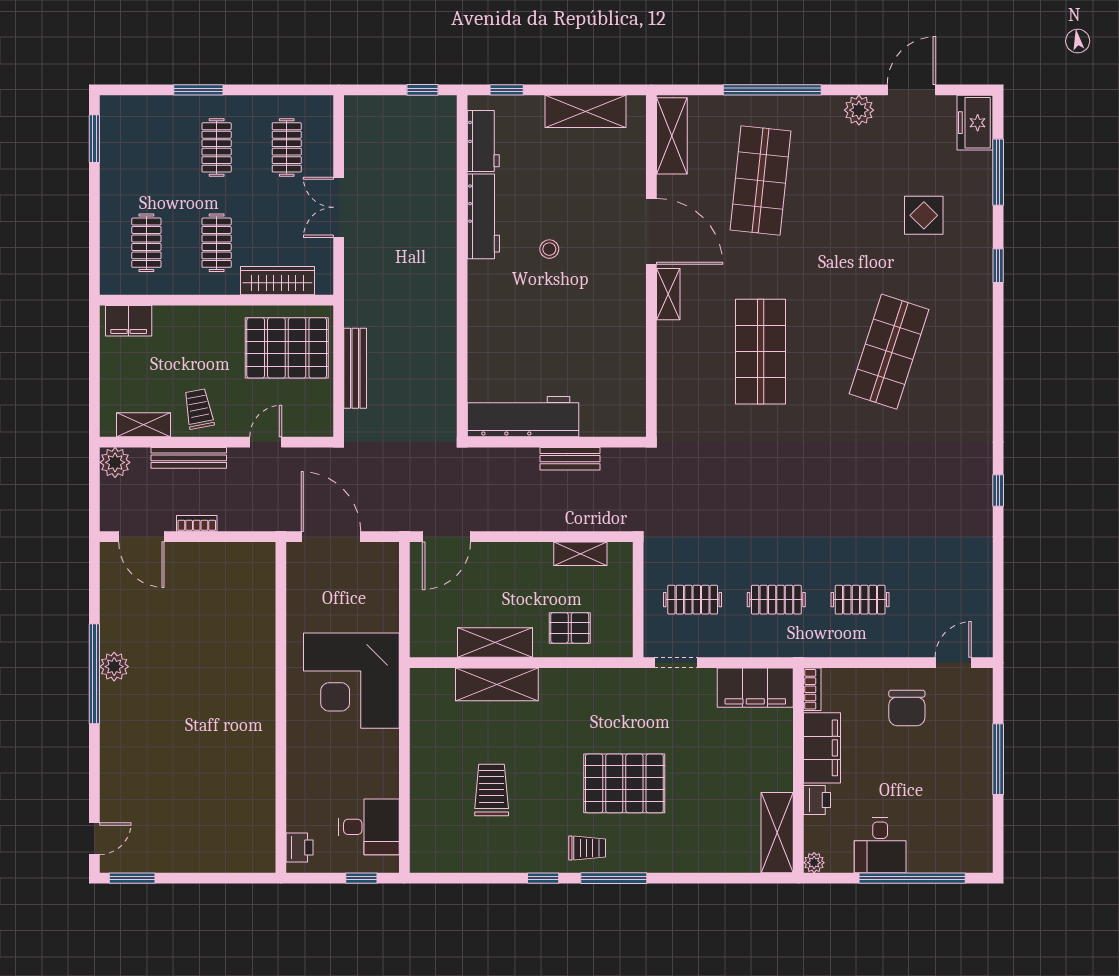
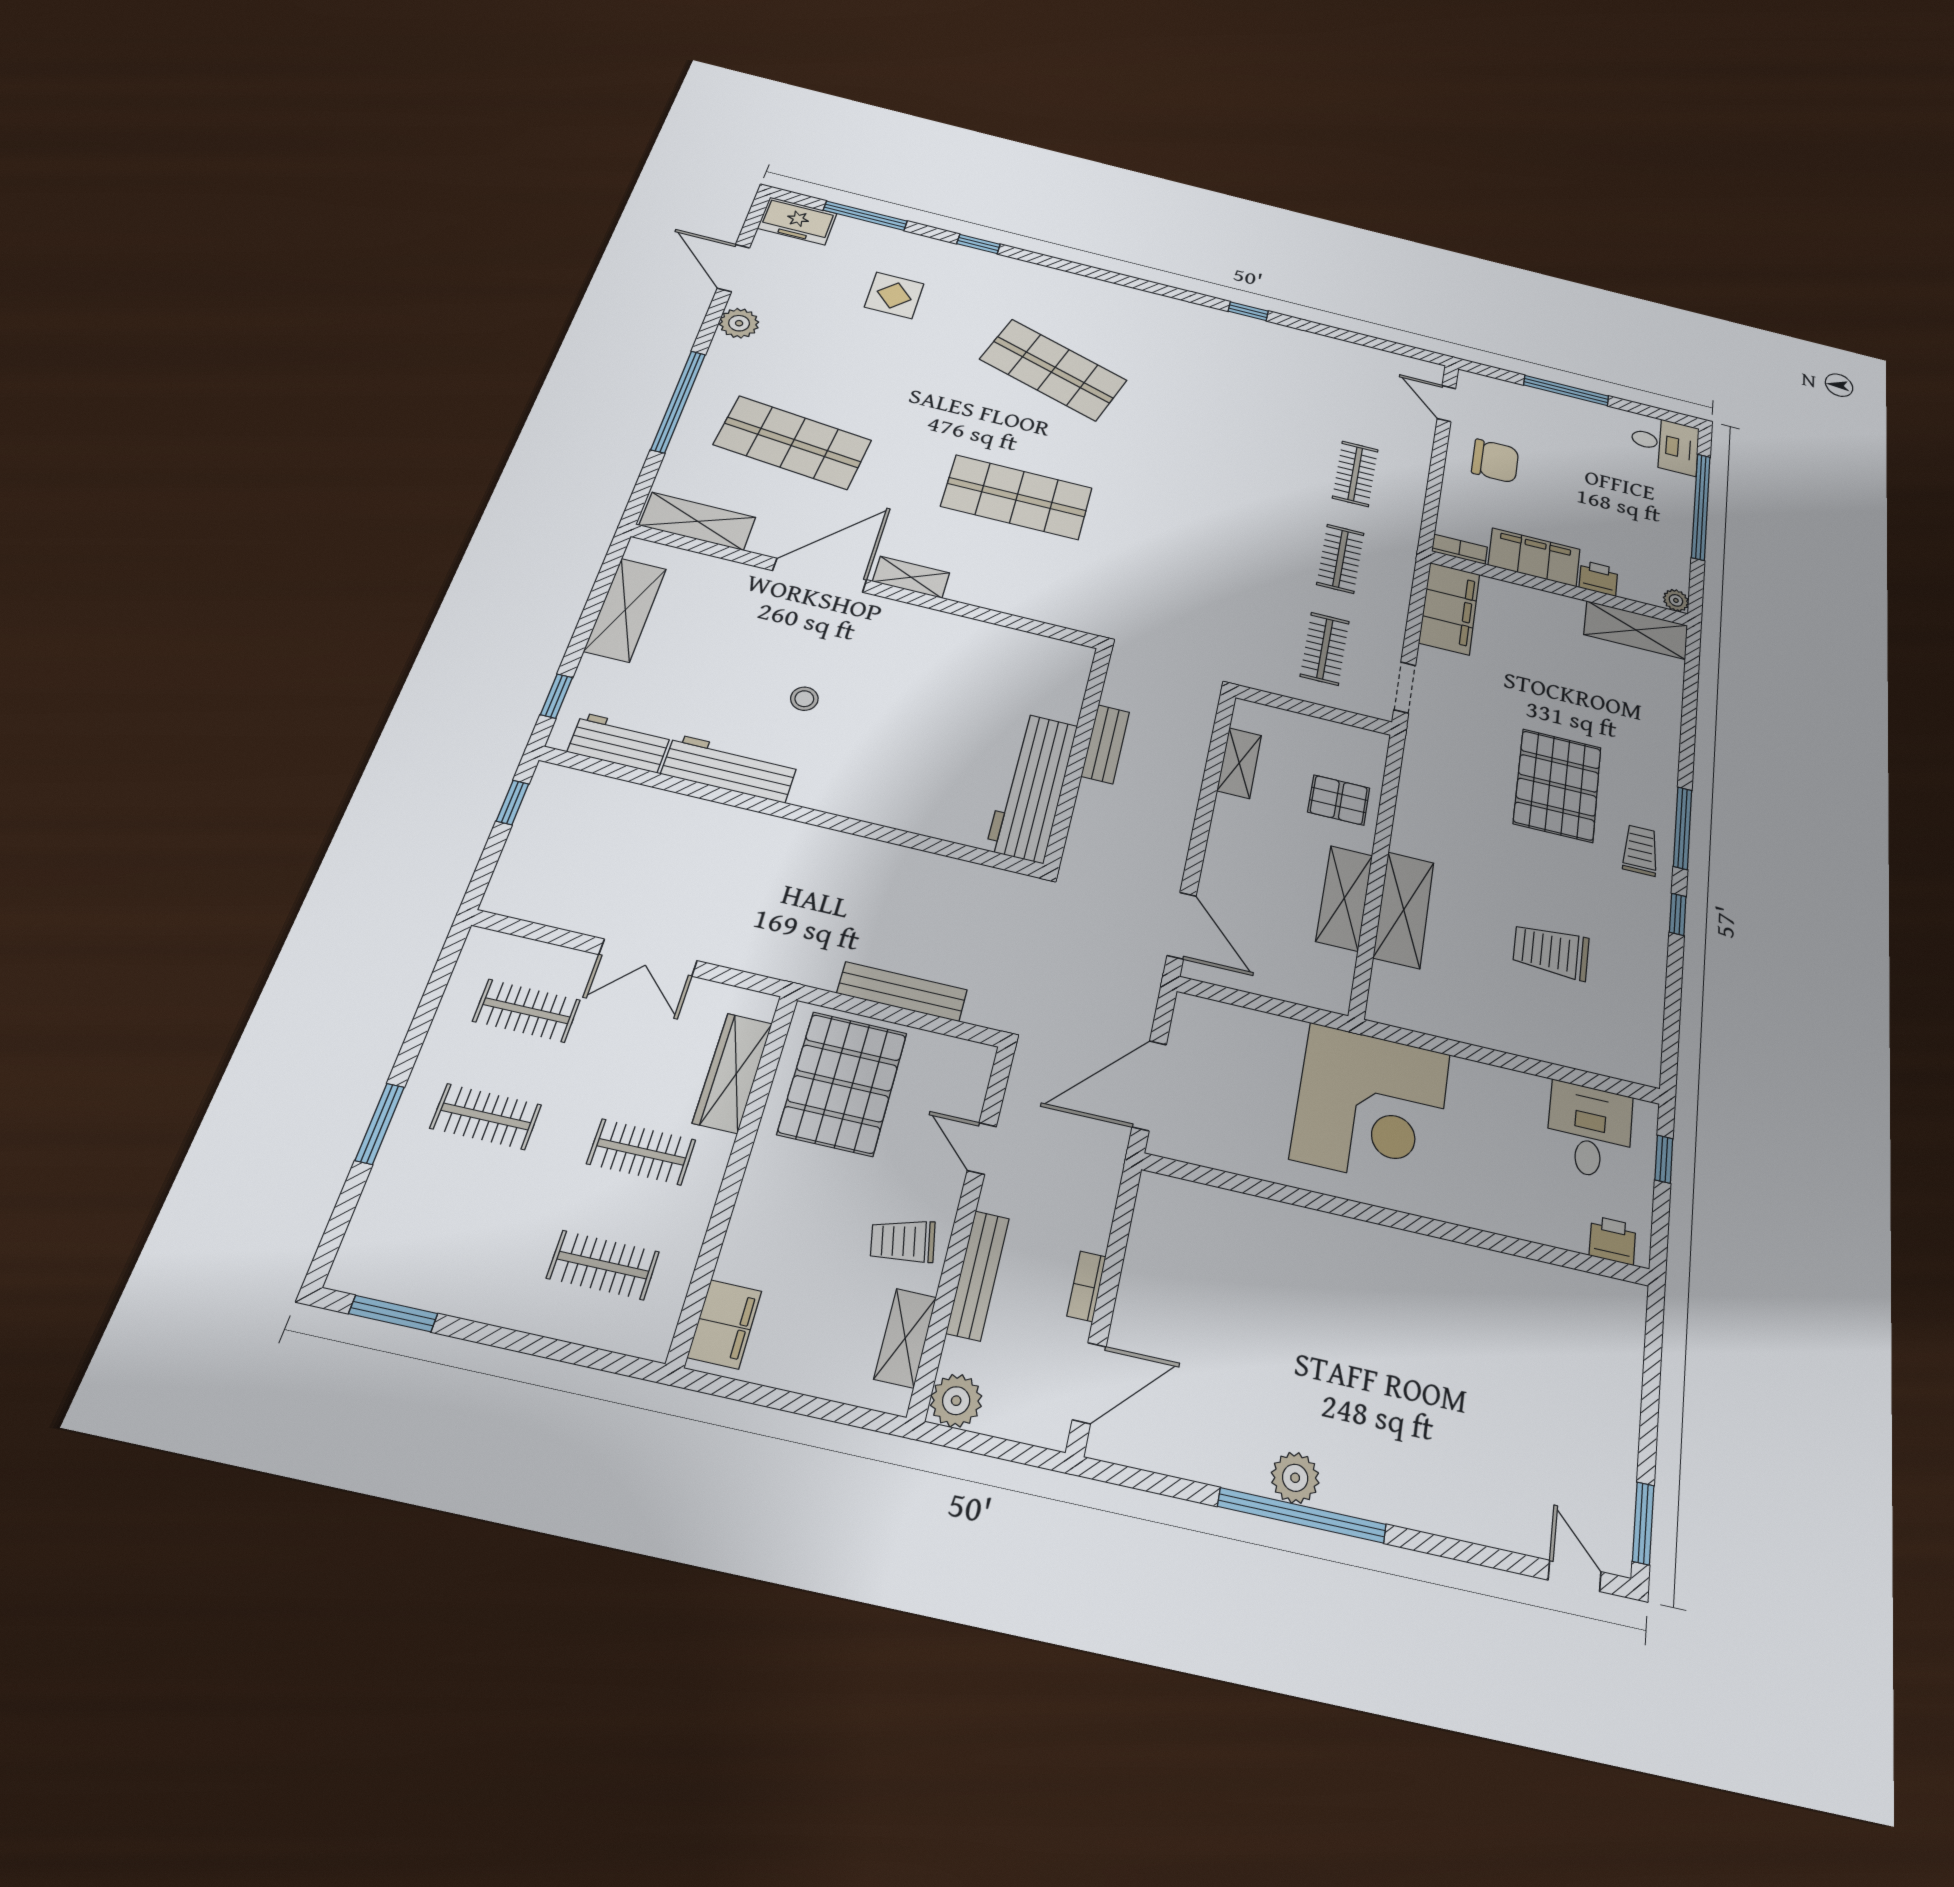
pallet: (570, 628) -> (1339, 800), turned 90
desk: (880, 845) -> (1665, 444), moved

